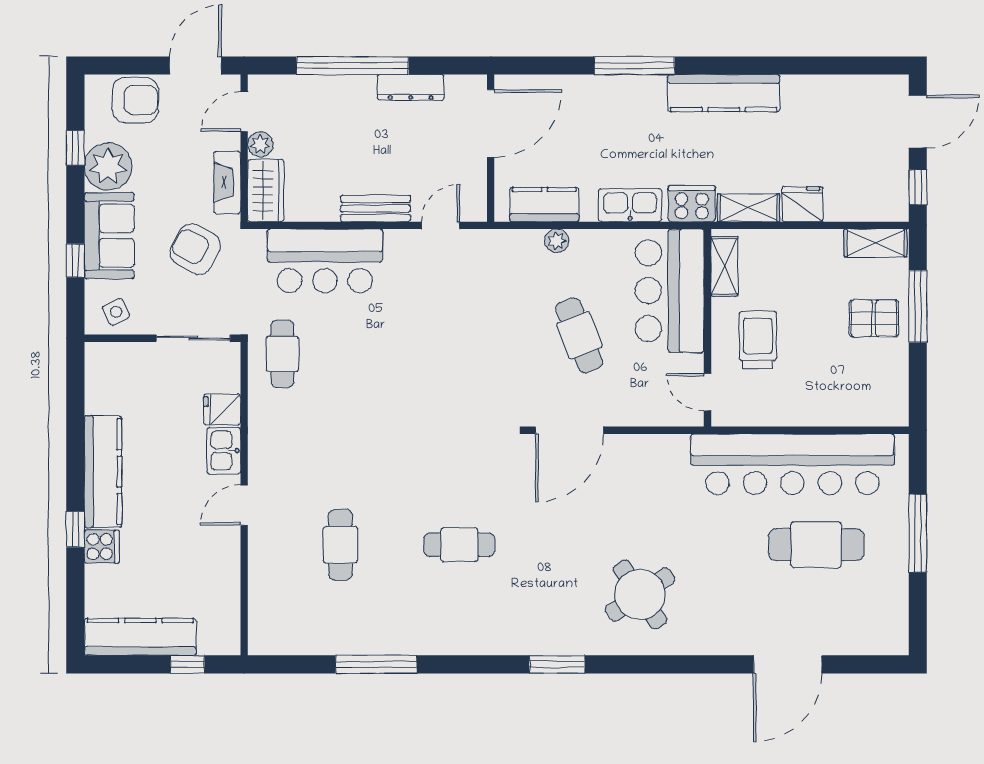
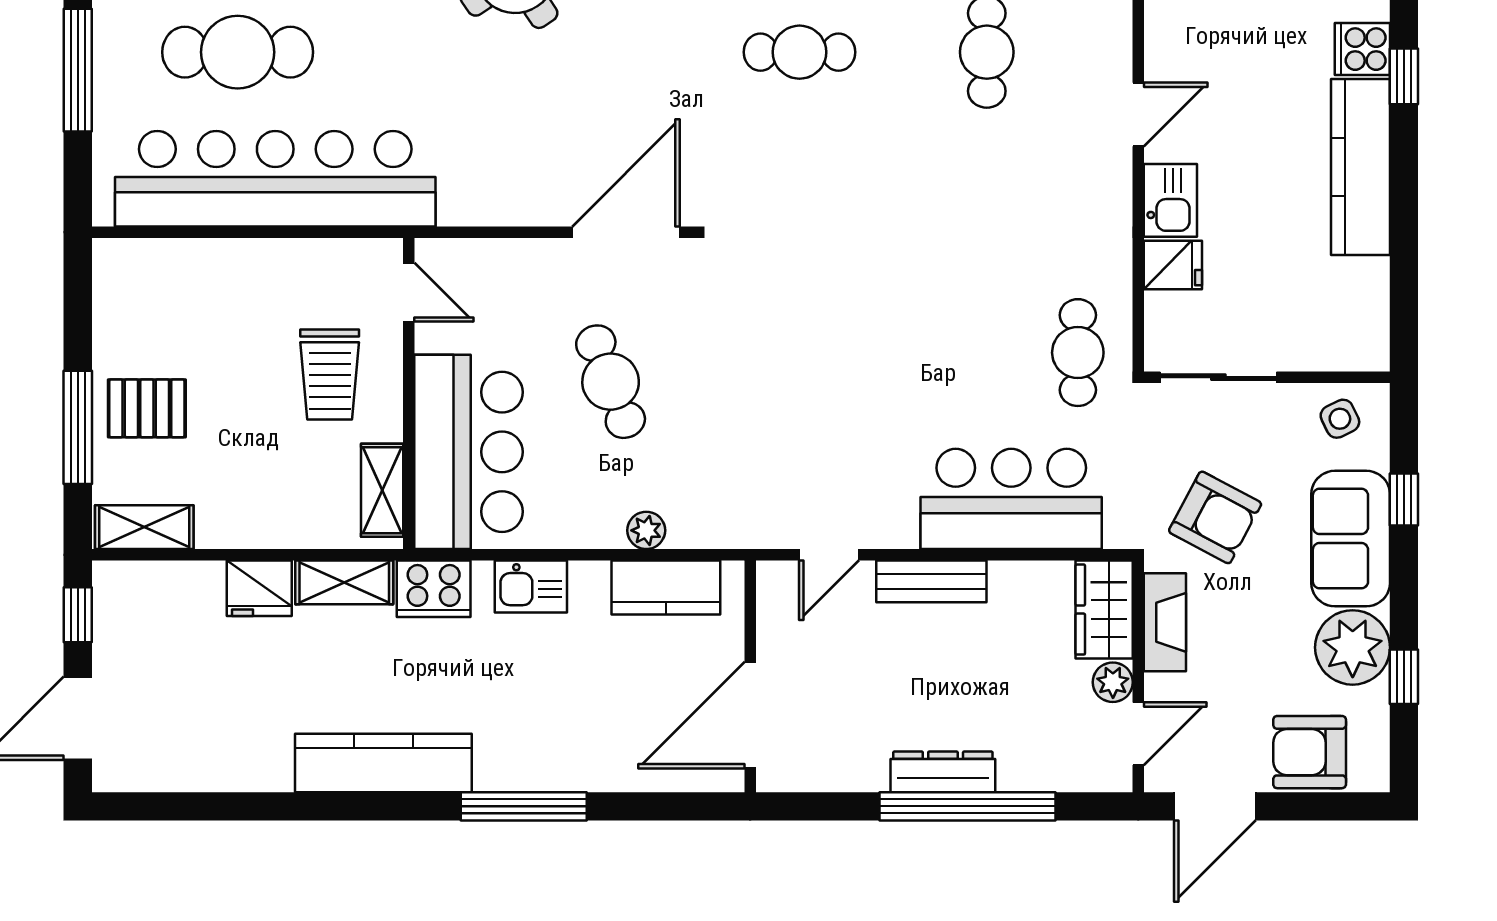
dresser: (411, 87) -> (943, 772), moved
kitchen sink: (630, 205) -> (531, 587), width x0.73

